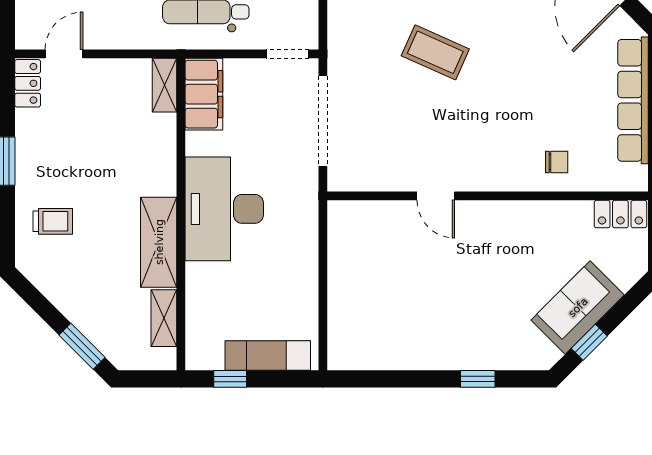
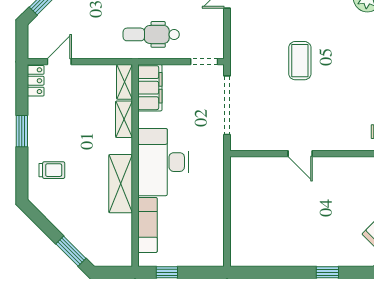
coffee table: (435, 52) -> (300, 61), turned 66
shelving: (164, 318) -> (124, 119), moved
exam couch: (268, 355) -> (147, 225), moved, turned 90

